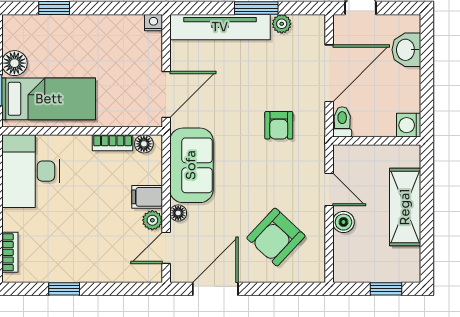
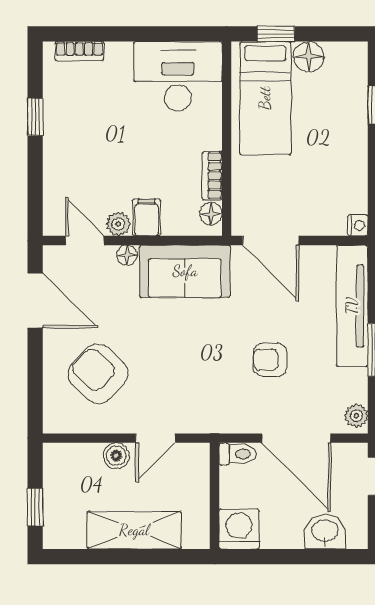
plant: (282, 24) -> (356, 416), moved
armchair: (279, 125) -> (270, 360), moved
washing machine: (409, 125) -> (239, 529), width x1.38, depth x1.38

